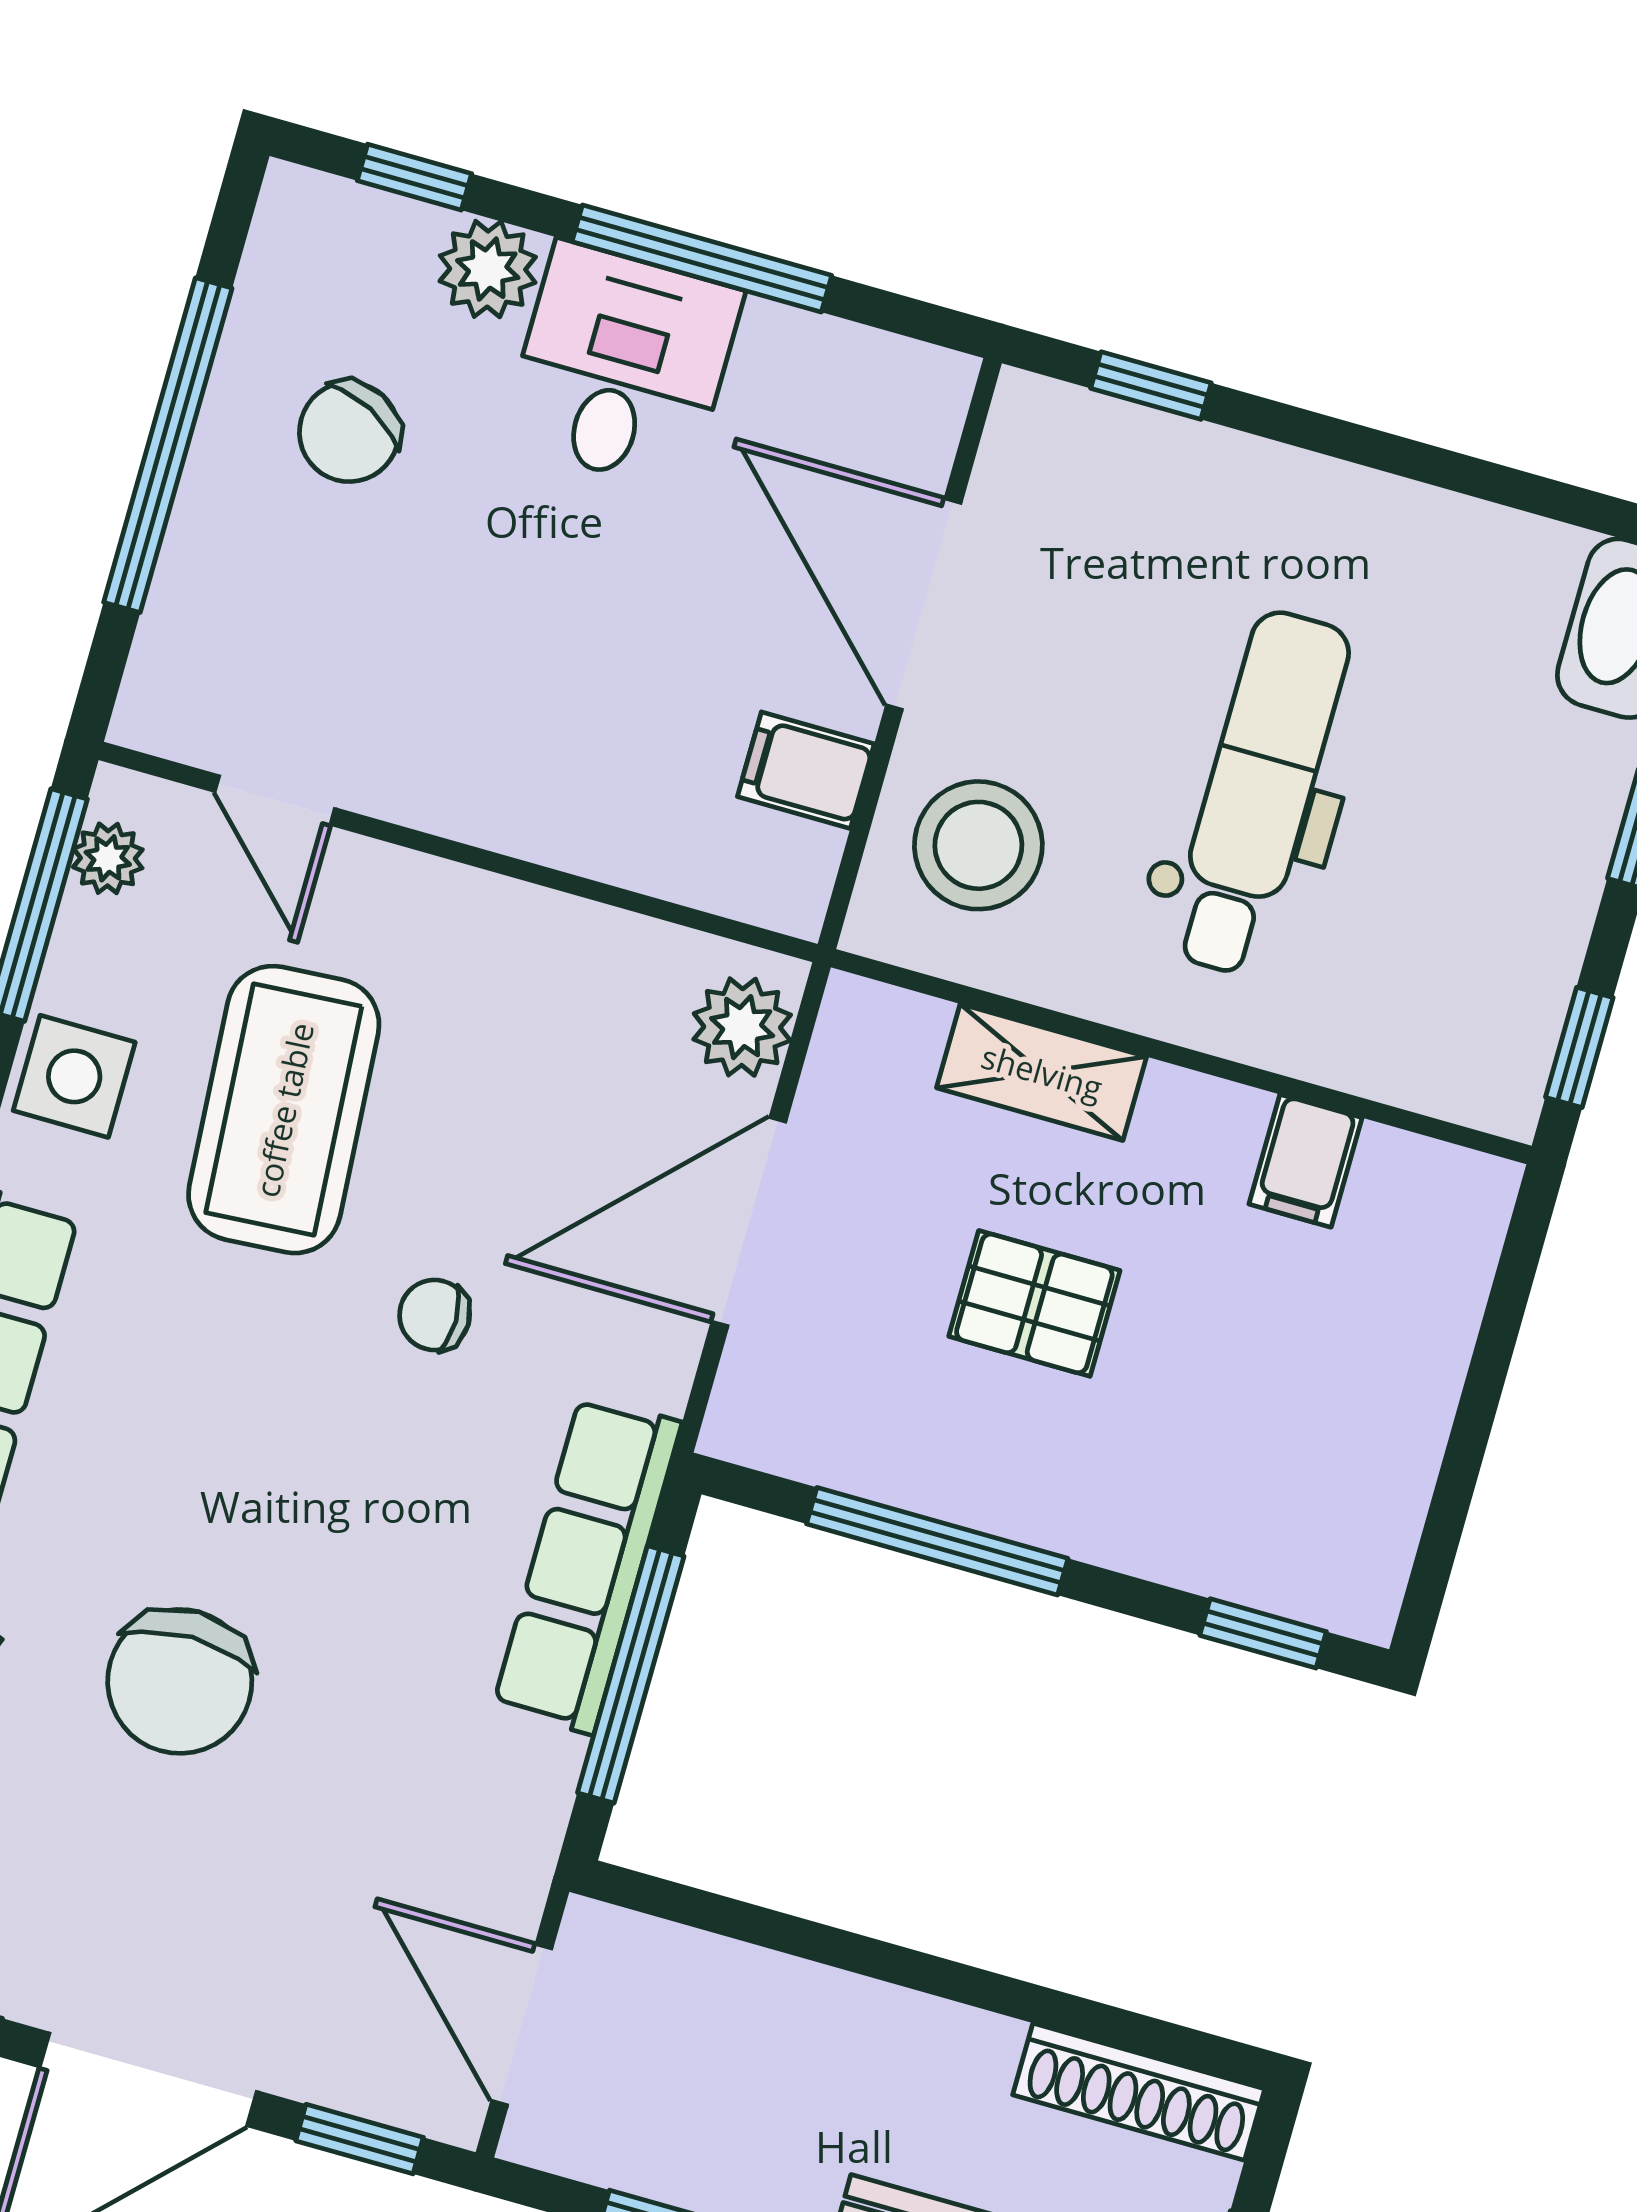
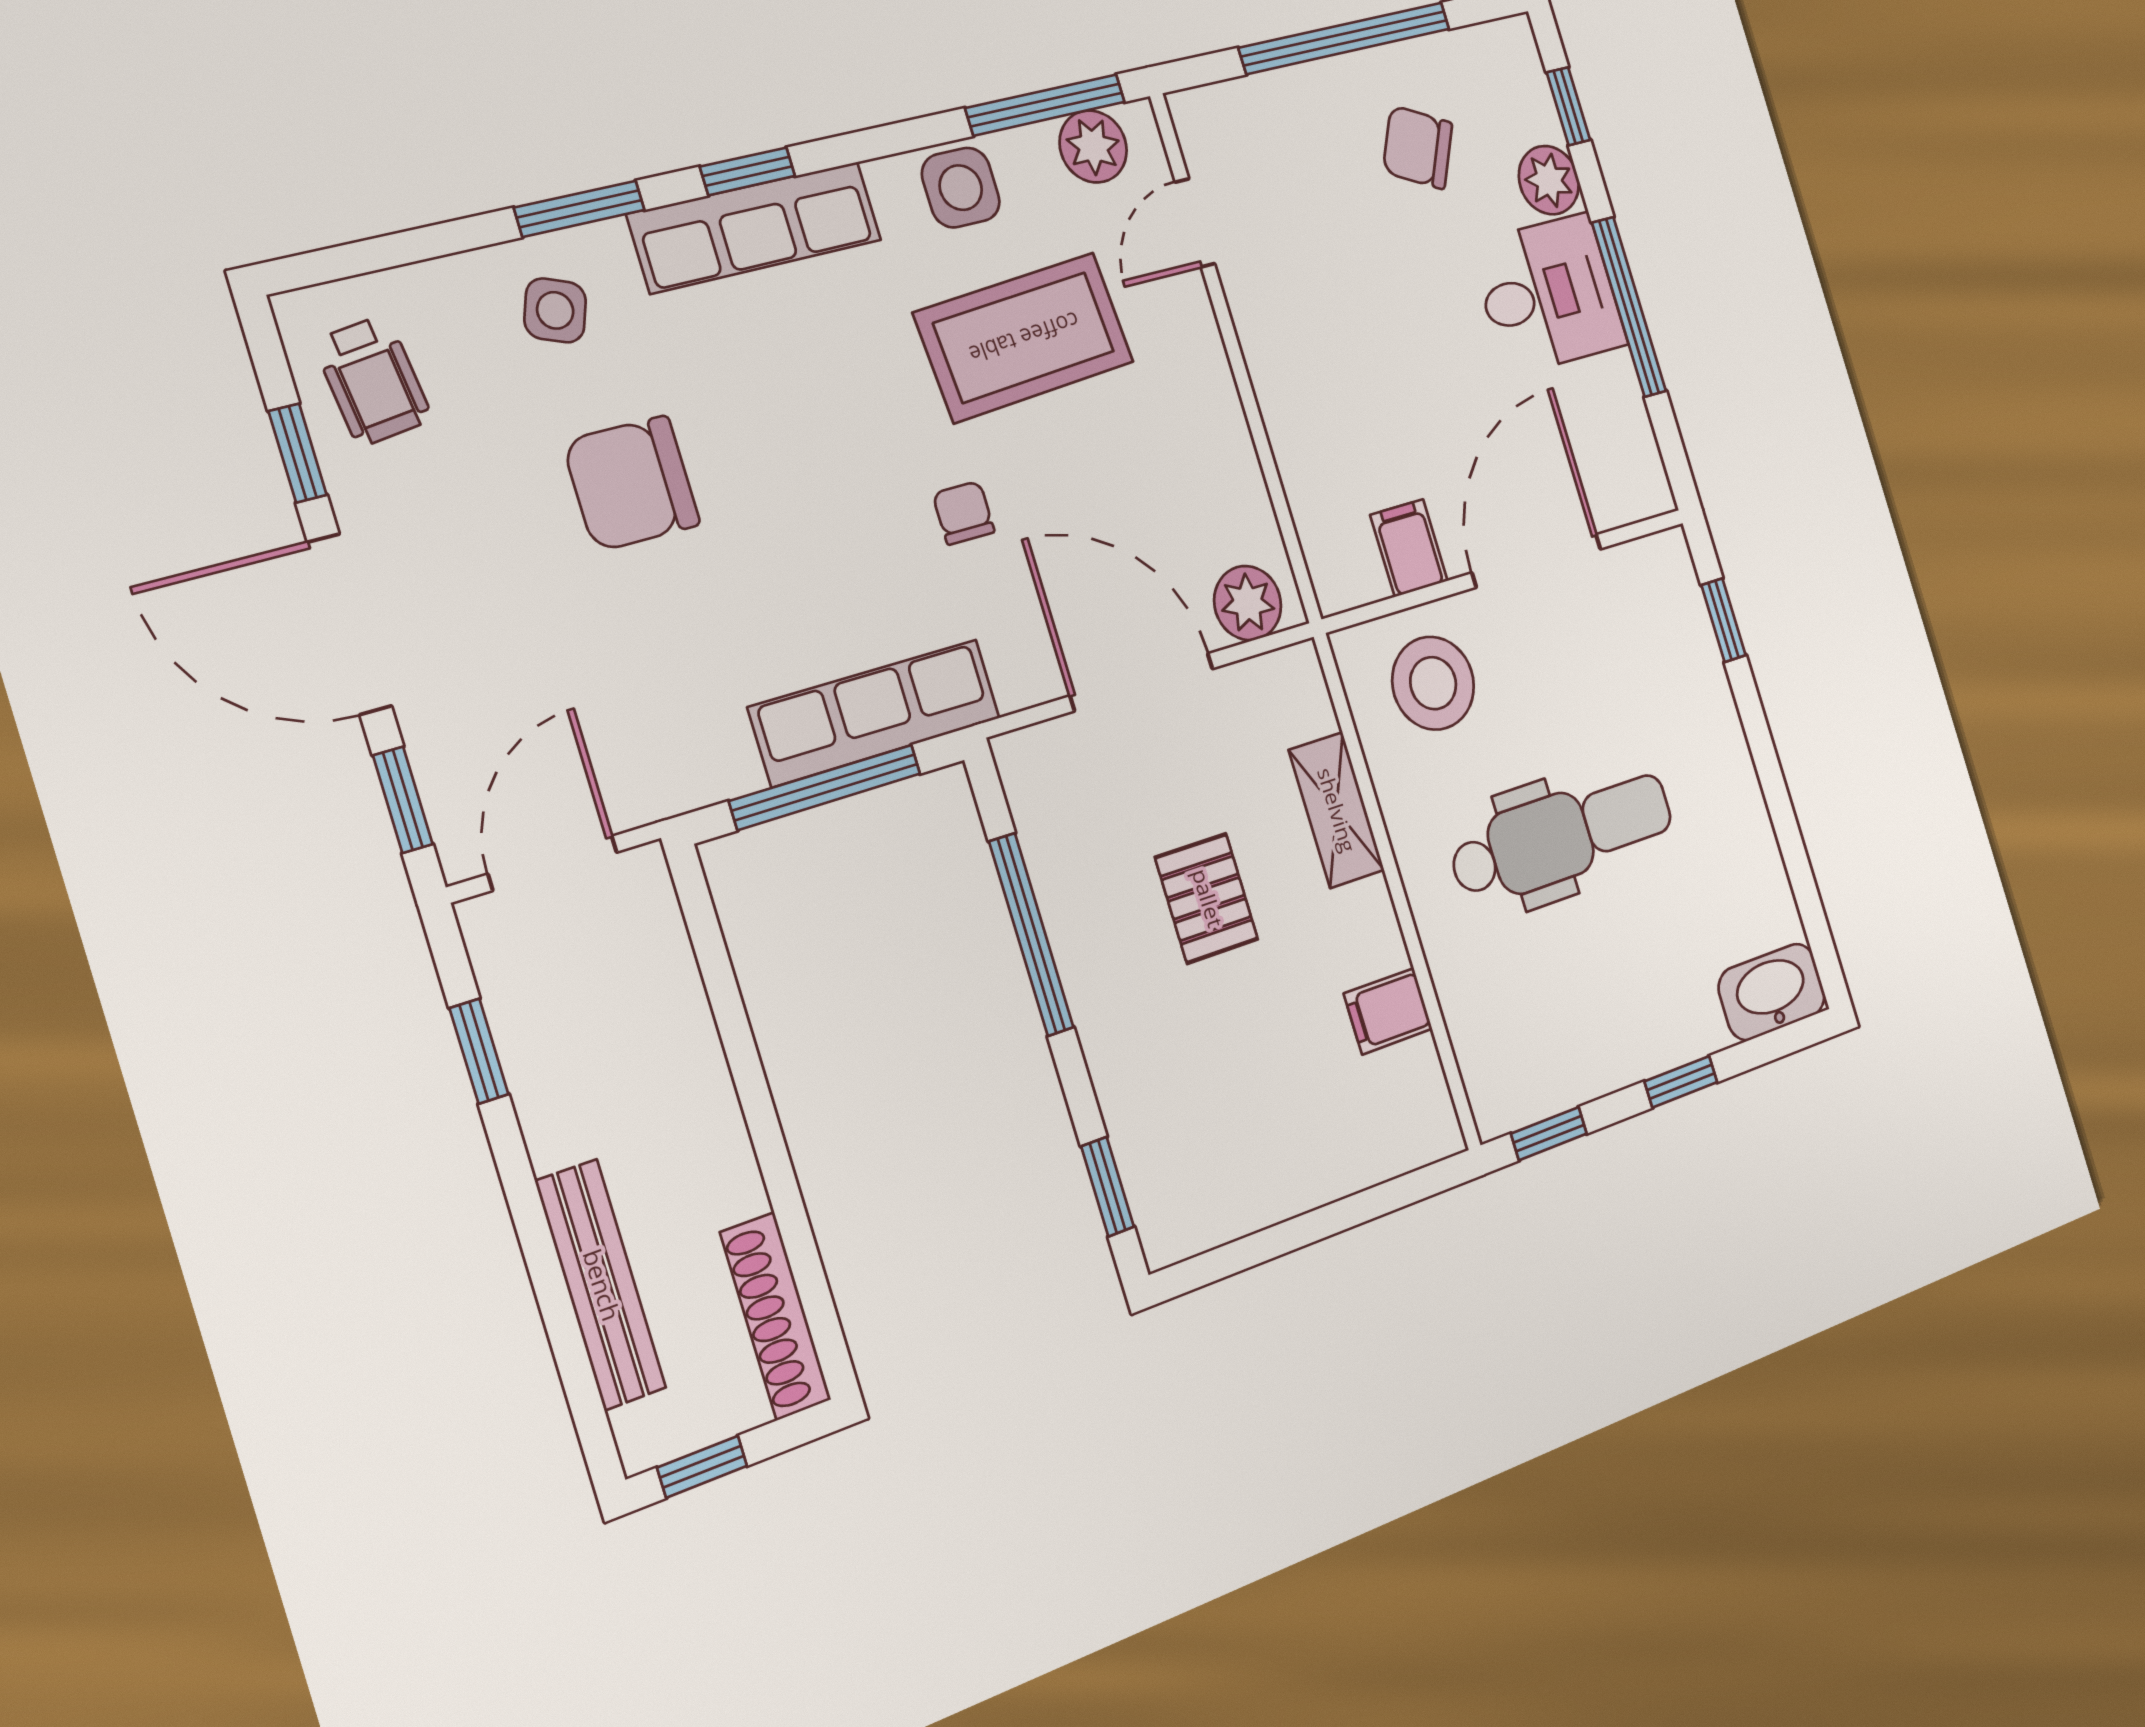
plant: (108, 858) -> (1093, 146), width x1.38, depth x1.38

